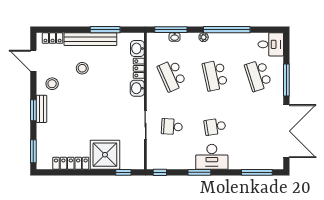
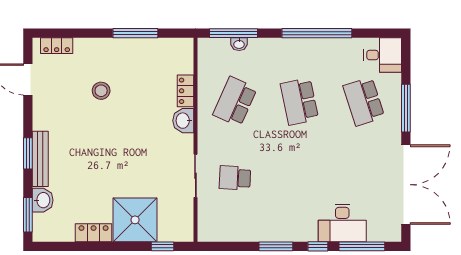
plant: (204, 37) -> (282, 44), removed
bench: (90, 39) -> (113, 47), removed
washbasin: (137, 48) -> (43, 200), moved, turned 180
school desk: (172, 75) -> (235, 101), turned 48
stool: (52, 84) -> (56, 114), removed
bench: (42, 109) -> (40, 159), width x1.36
school desk: (215, 127) -> (299, 178), removed
desk: (212, 157) -> (342, 223), moved
locker: (71, 163) -> (94, 233), width x0.66
window: (160, 172) -> (318, 246), moved

